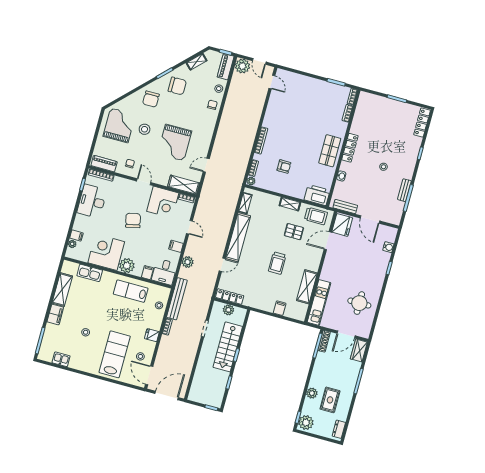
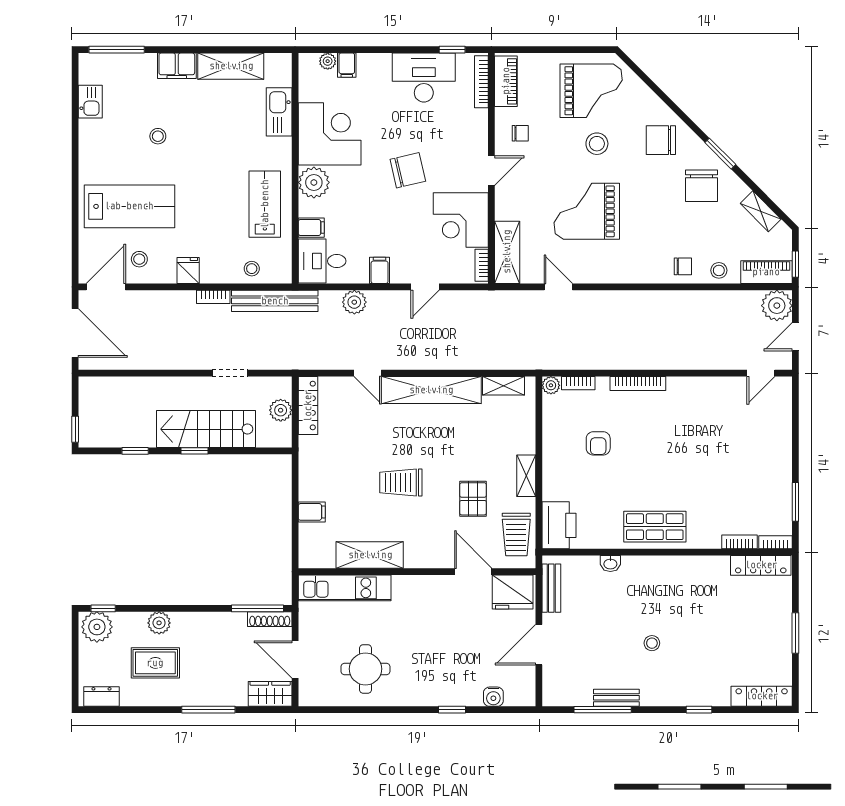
locker: (350, 148) -> (761, 565), moved

